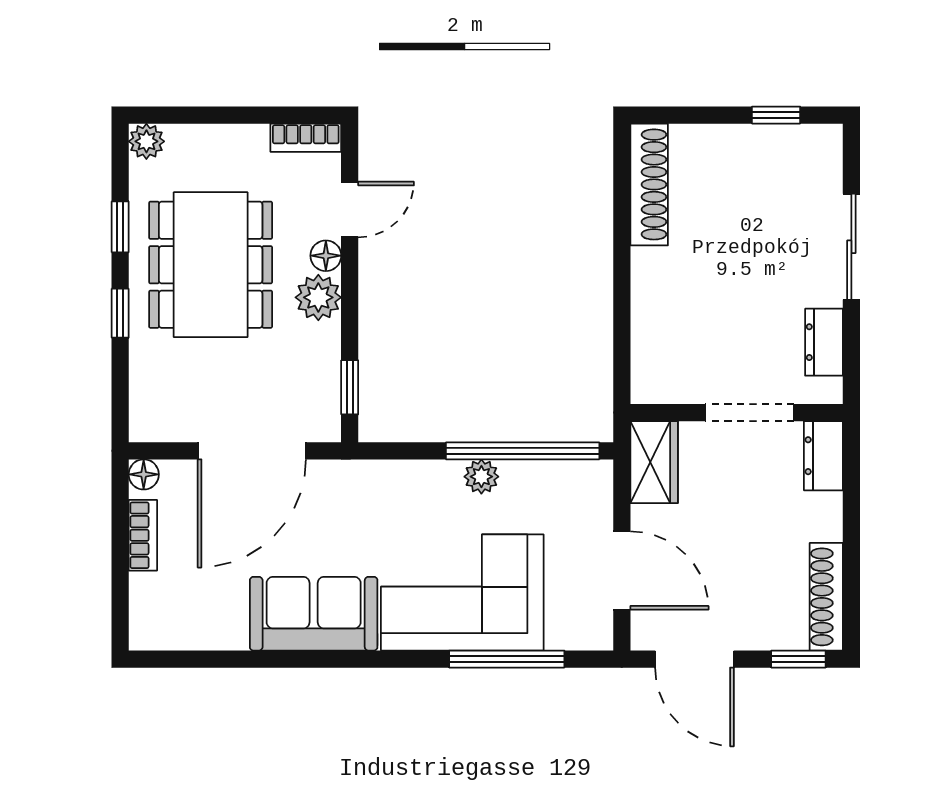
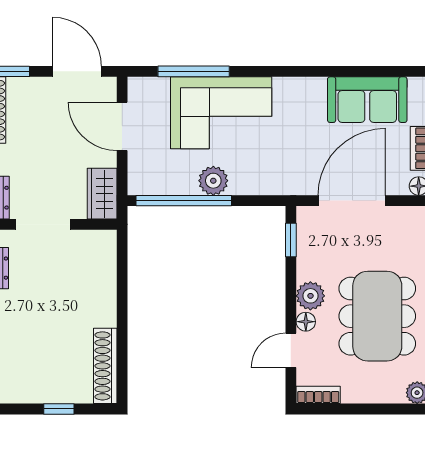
window: (776, 115) -> (59, 409), moved
plant: (481, 477) -> (213, 181), width x1.38, depth x1.38
sofa: (314, 614) -> (367, 100), moved

